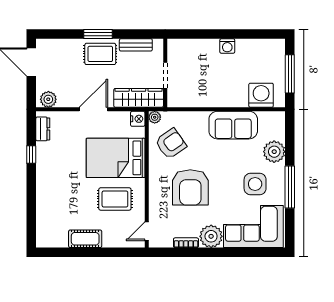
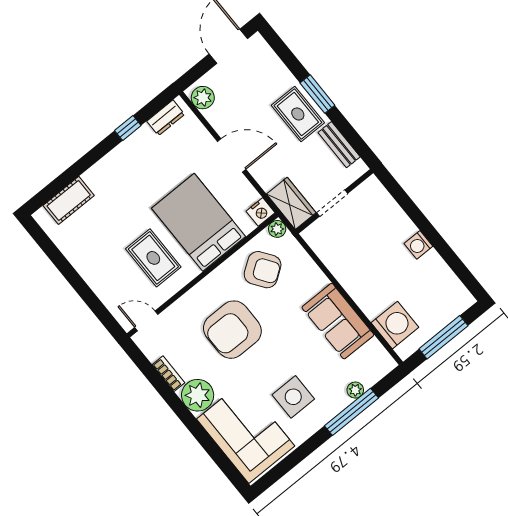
wardrobe: (139, 98) -> (291, 203), width x0.67
plant: (274, 152) -> (355, 390), width x0.53, depth x0.53
window: (290, 187) -> (352, 412), moved
cot: (85, 239) -> (69, 200), moved, turned 90

